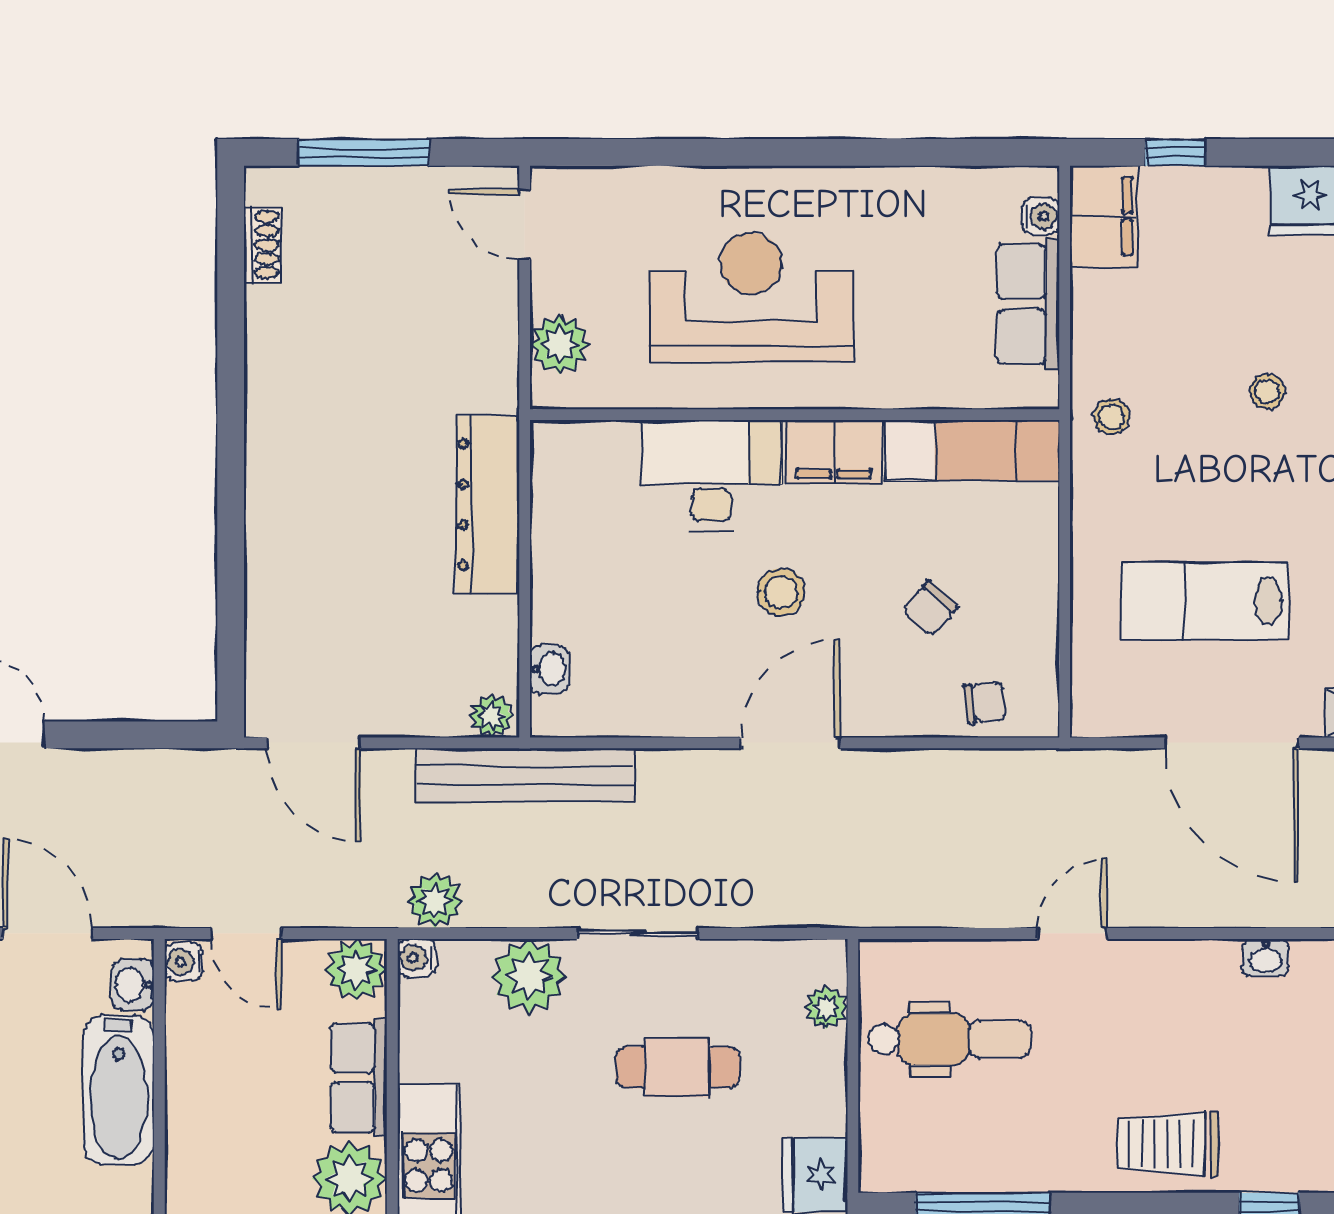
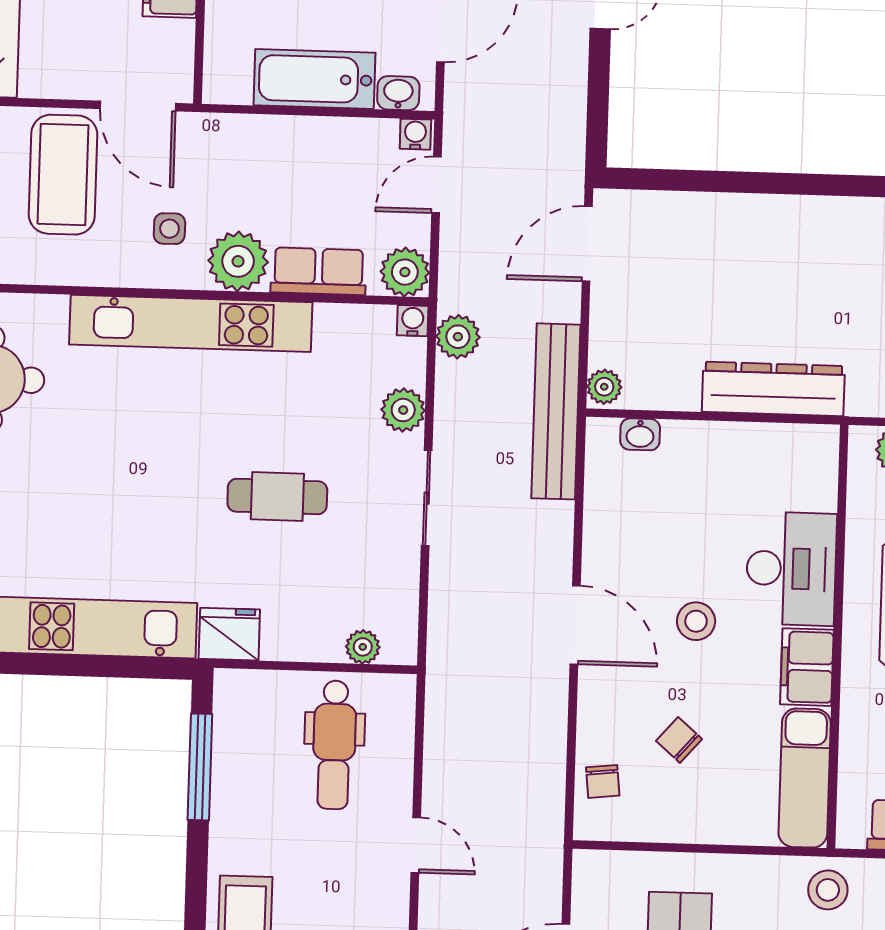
stool: (1112, 417) -> (828, 890), width x1.37, depth x1.37
plant: (529, 976) -> (403, 410), width x0.73, depth x0.73
cafe table: (678, 1067) -> (277, 496), moved, turned 90

